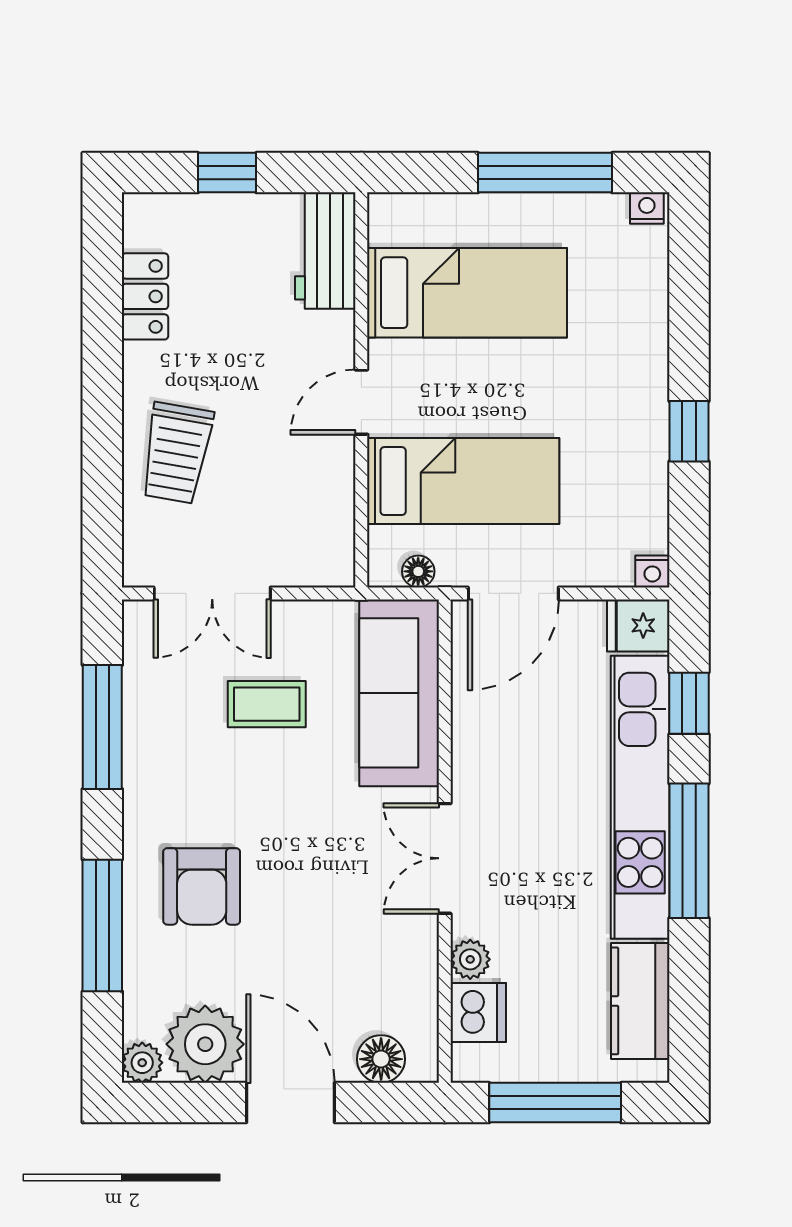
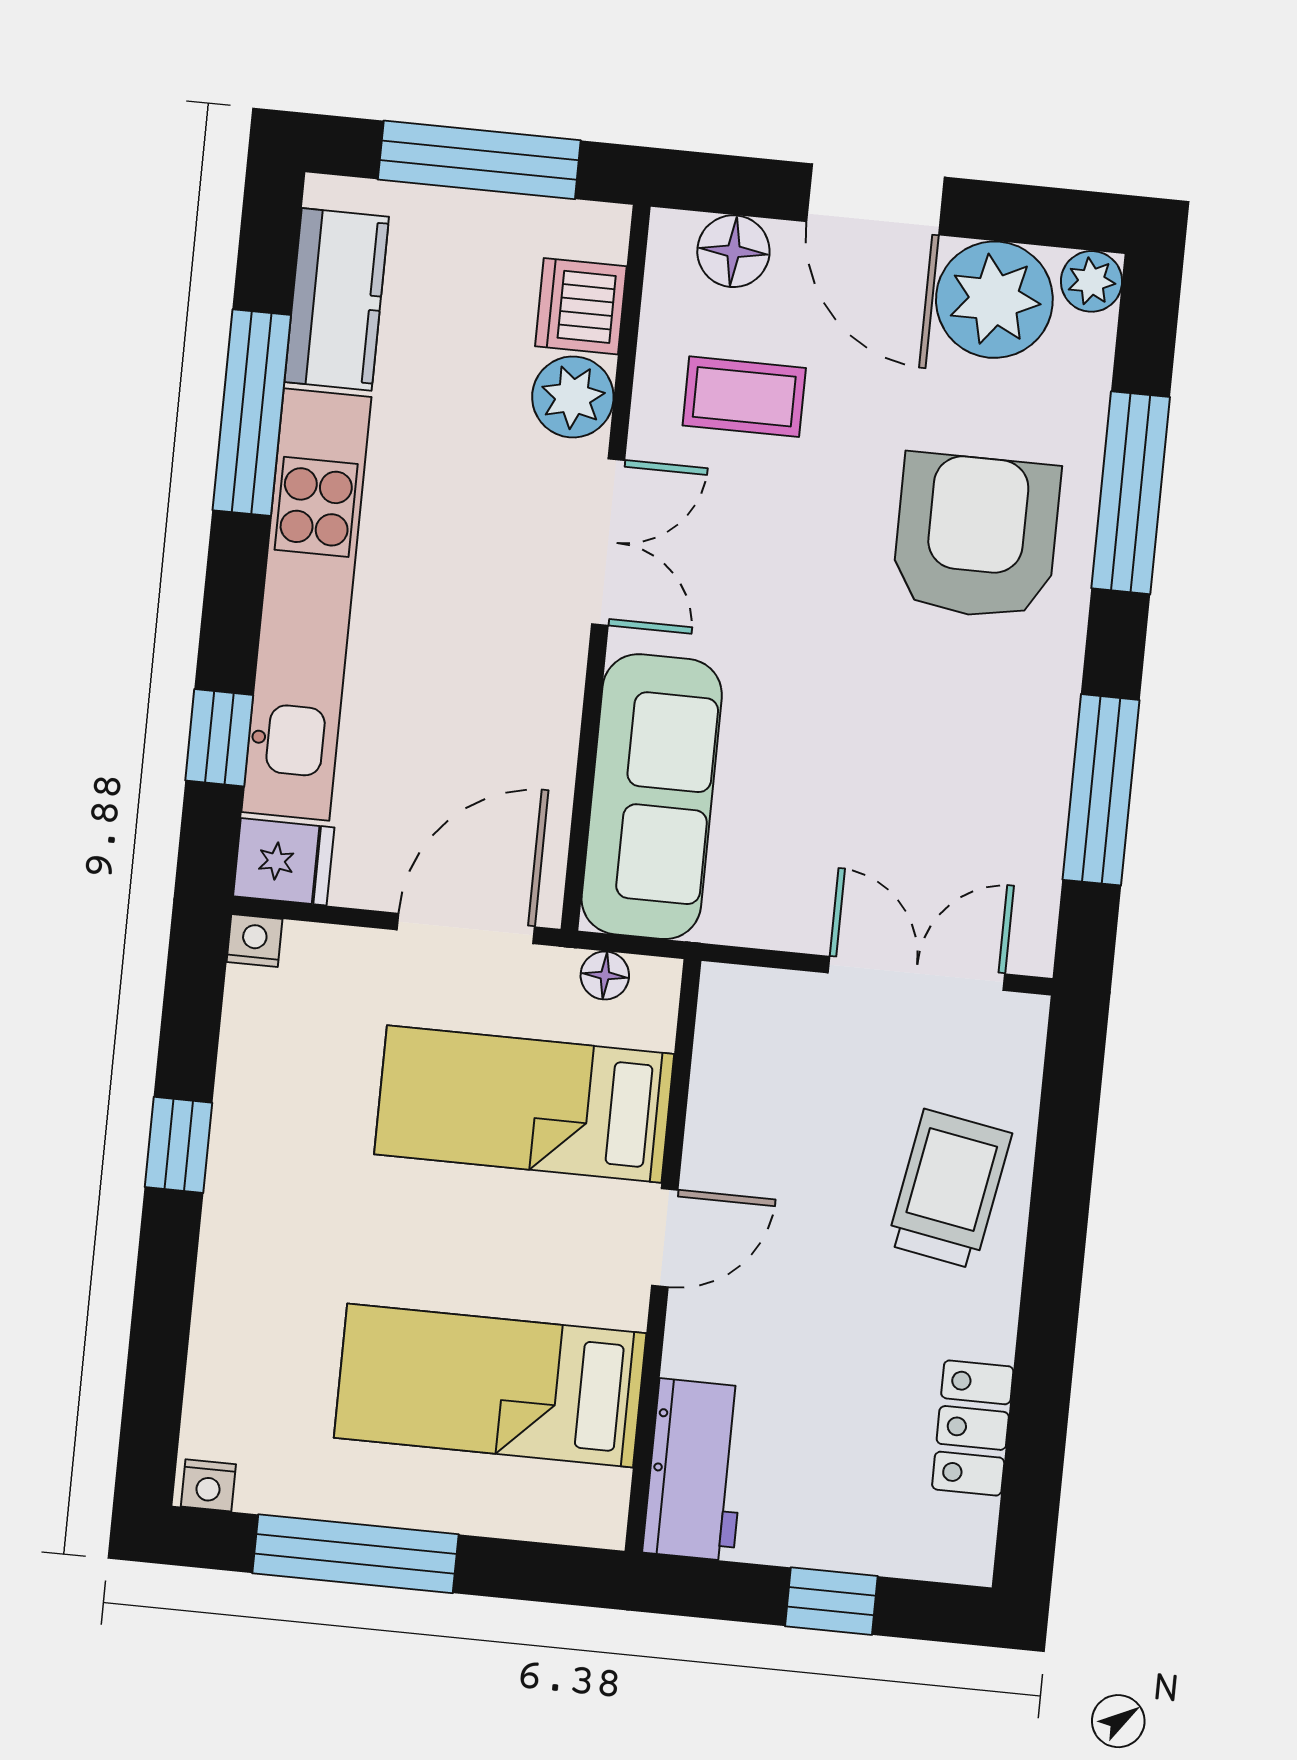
coffee table: (267, 704) -> (744, 397), moved
window: (689, 851) -> (252, 413), moved
armchair: (202, 886) -> (976, 536), width x1.36, depth x1.36
plant: (470, 959) -> (573, 397), width x1.38, depth x1.38

